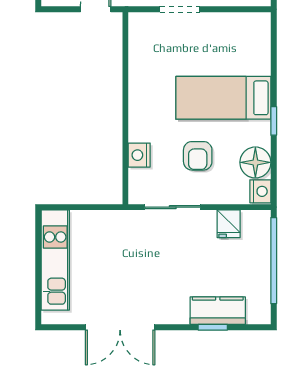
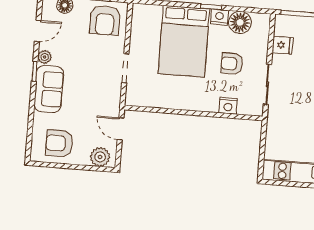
bed: (223, 98) -> (184, 41), width x1.50
armchair: (198, 156) -> (232, 64), turned 180
nightstand: (260, 191) -> (219, 17), moved

